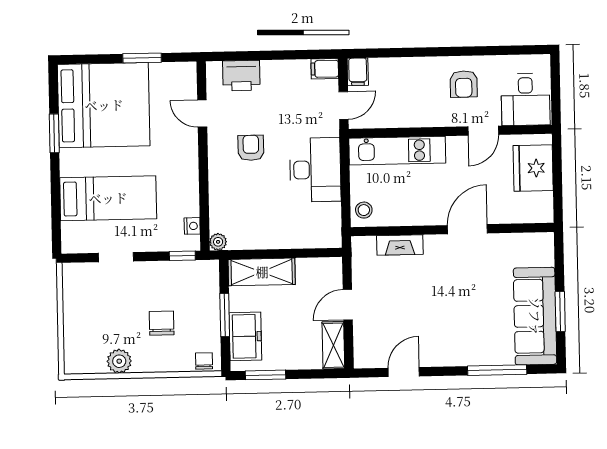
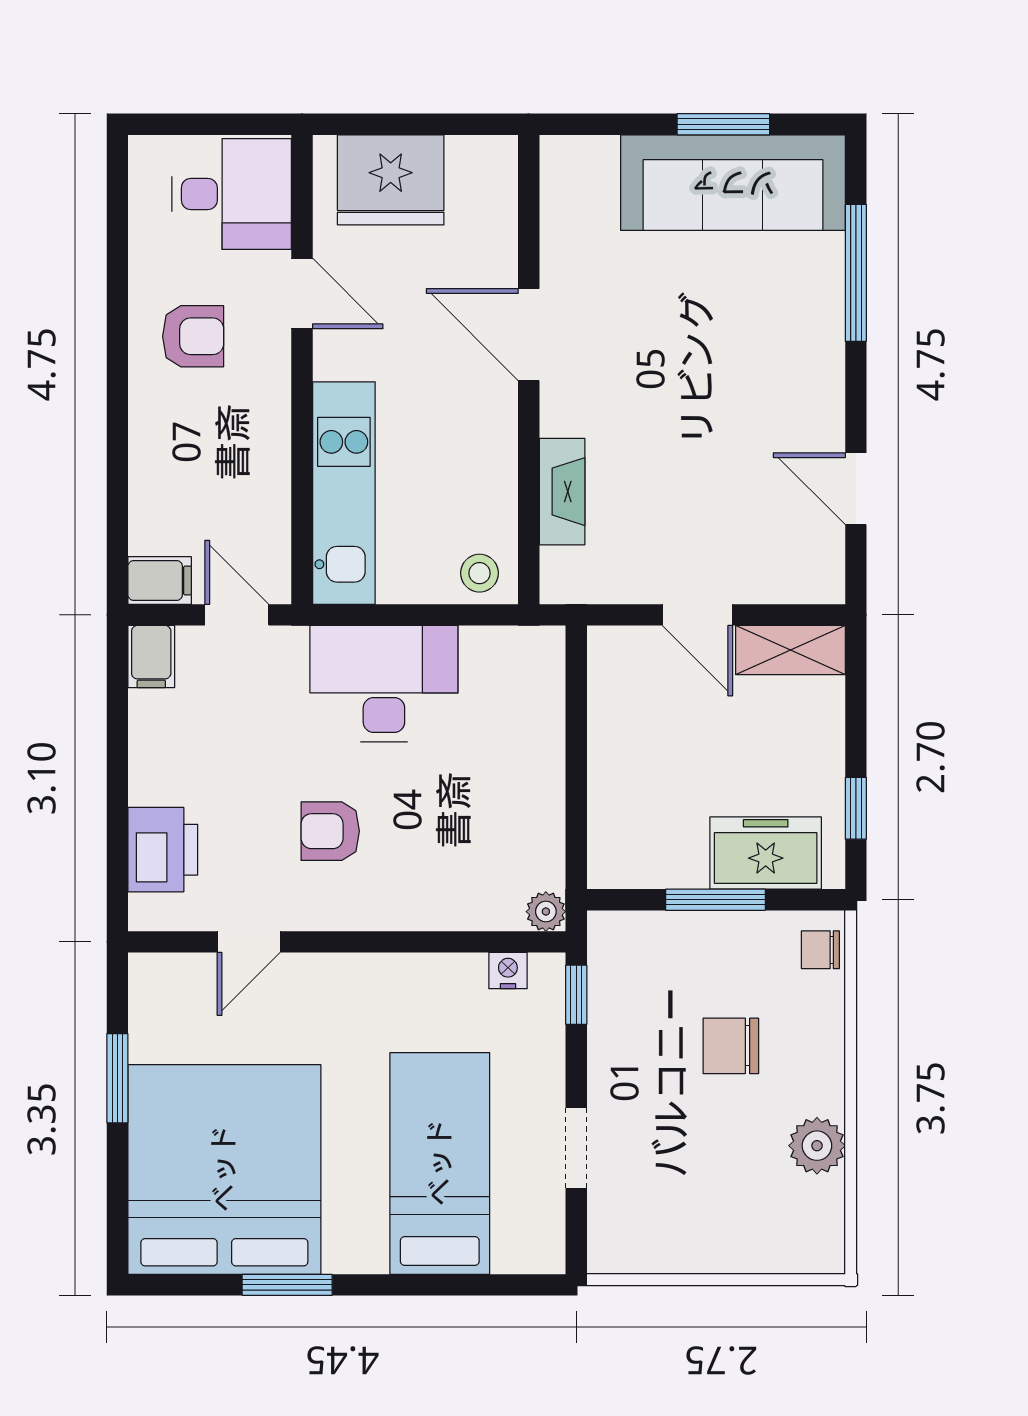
shelving: (262, 272) -> (618, 812), removed
window: (265, 375) -> (856, 808), width x0.67

